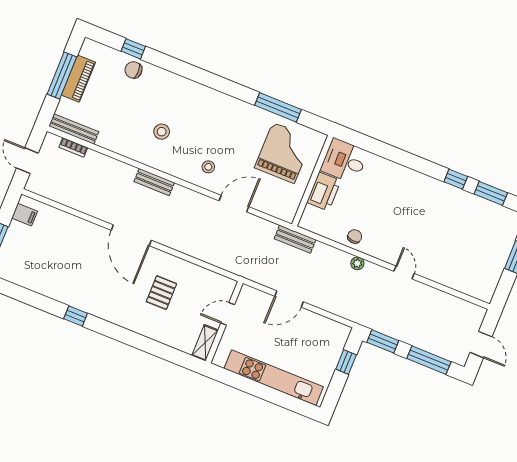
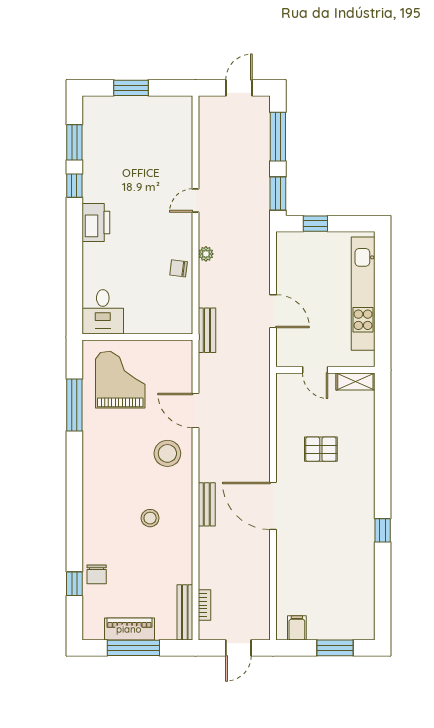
grand piano: (284, 153) -> (120, 380), turned 90
stool: (208, 167) -> (167, 453), width x1.89, depth x1.89
printer: (324, 192) -> (96, 222), moved, turned 90
door: (131, 235) -> (273, 506), swing flipped

